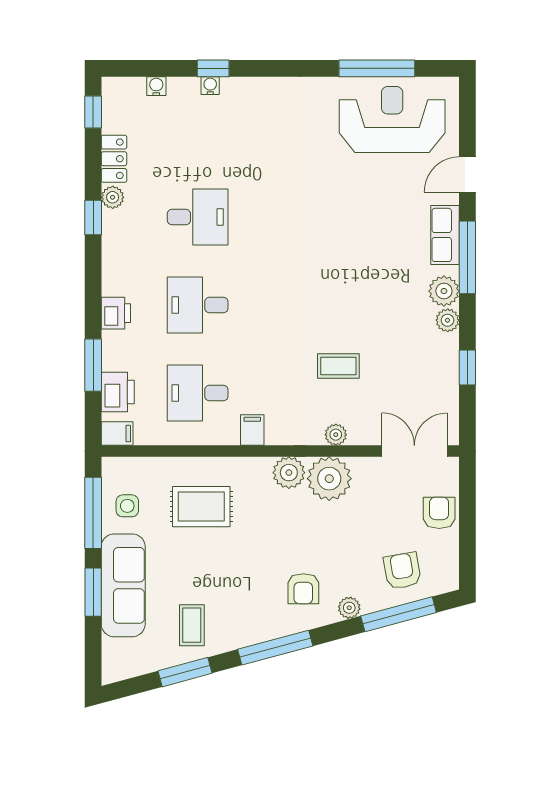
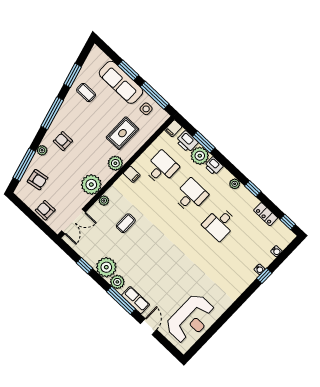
window: (377, 68) -> (212, 330), removed
plant: (113, 197) -> (235, 184), moved
plant: (448, 320) -> (106, 267), width x1.88, depth x1.88
plant: (121, 351) -> (200, 156), added
plant: (289, 473) -> (115, 163), moved
armchair: (439, 513) -> (45, 210), turned 180

